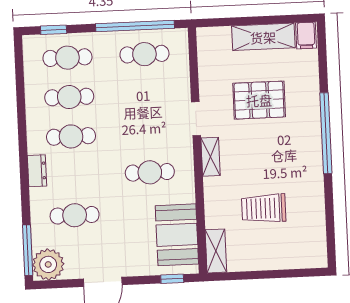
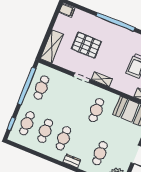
shelving: (263, 37) -> (52, 47), moved
pallet: (259, 100) -> (86, 45), turned 90

